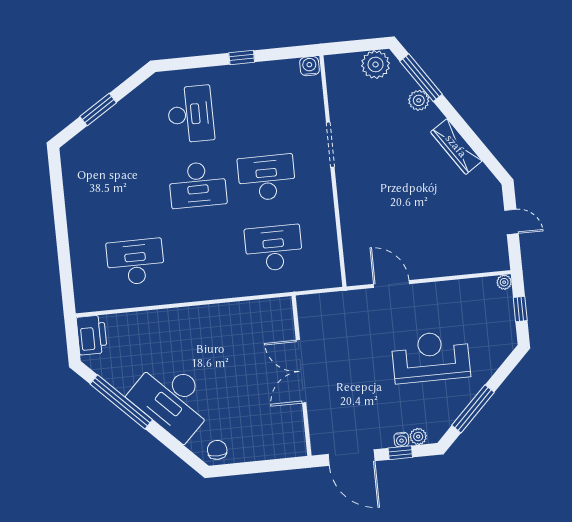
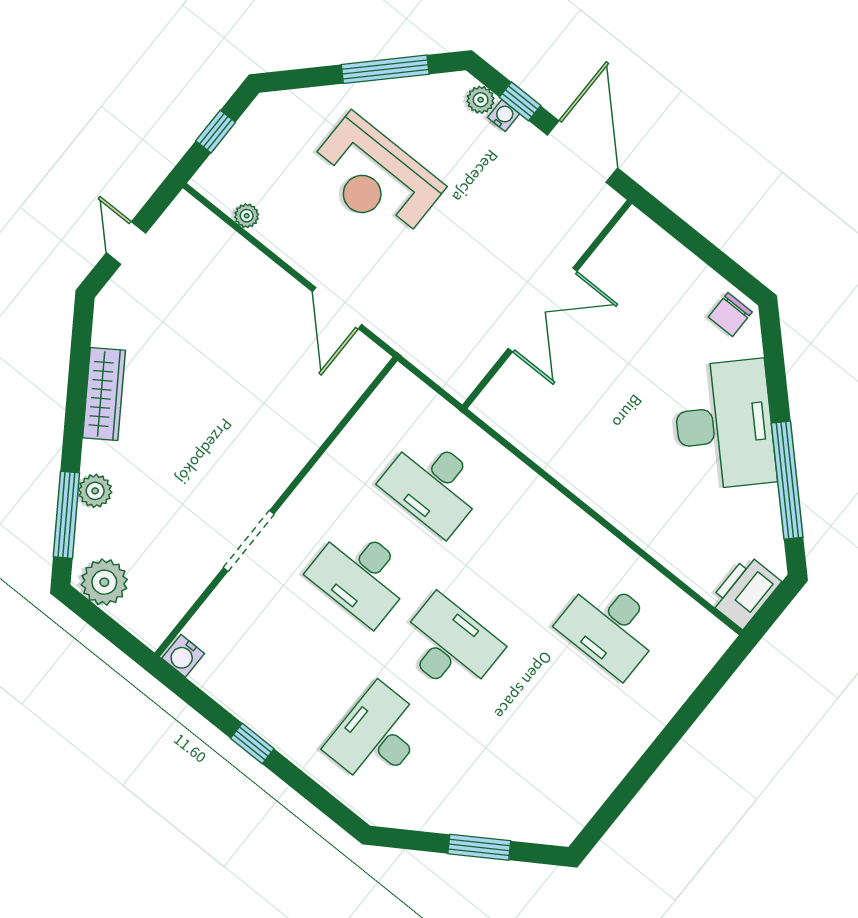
plant: (504, 282) -> (247, 216), moved

